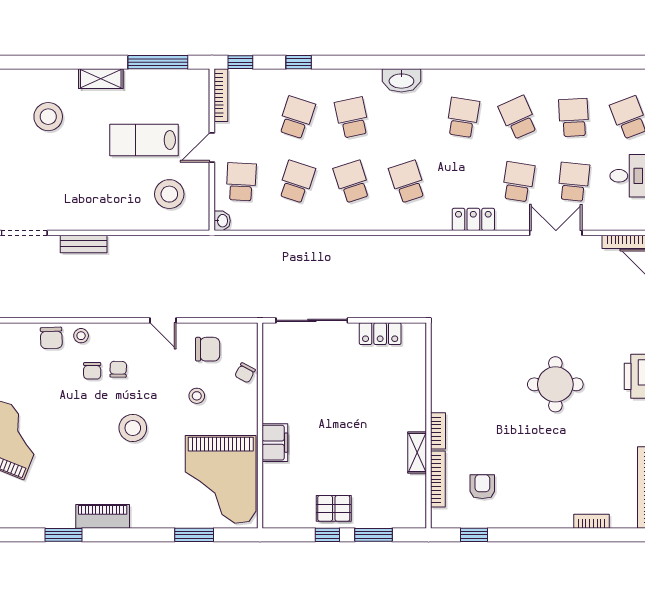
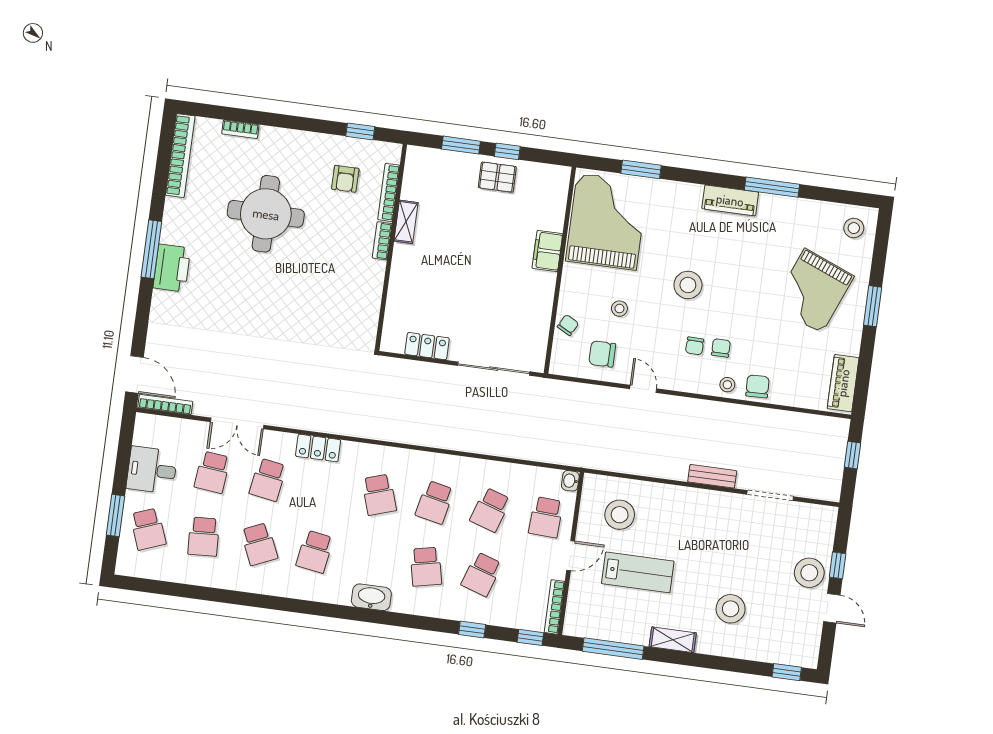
school desk: (352, 182) -> (435, 502), turned 30
round table: (555, 384) -> (266, 214), moved, width x1.36, depth x1.36
window: (63, 535) -> (772, 187), width x1.44

